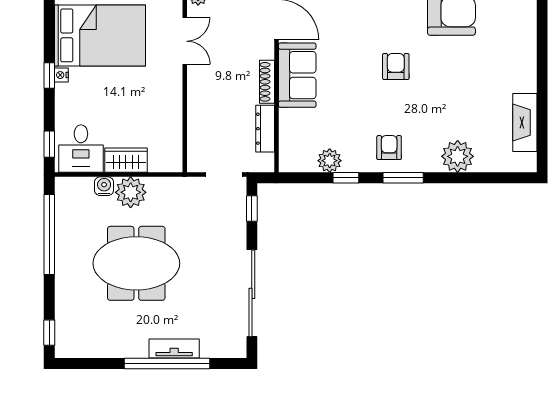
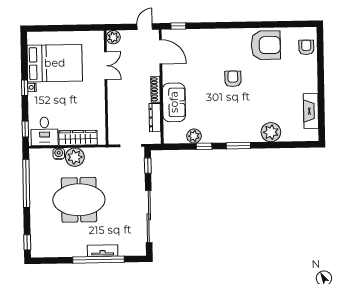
sofa: (297, 75) -> (174, 102), moved
armchair: (389, 148) -> (306, 47), moved
wardrobe: (126, 160) -> (78, 138), width x1.50

